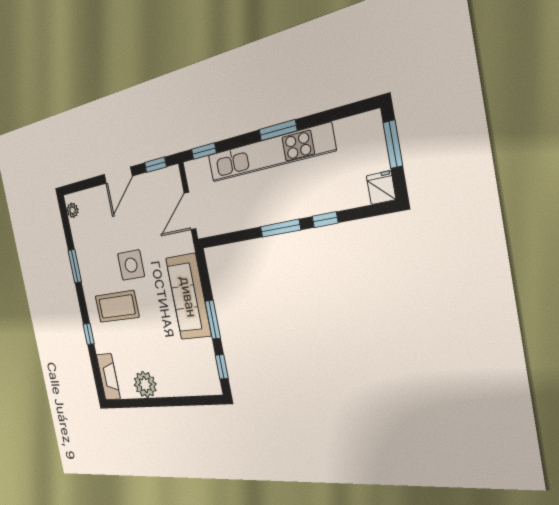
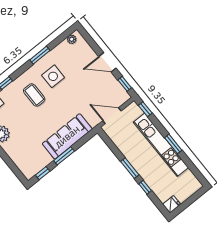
window: (393, 144) -> (192, 199), removed
side table: (131, 265) -> (53, 76), moved
coffee table: (117, 307) -> (34, 95), width x0.73, depth x0.76

